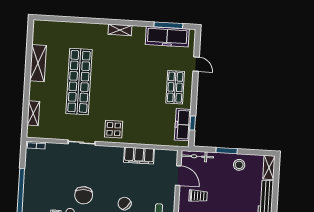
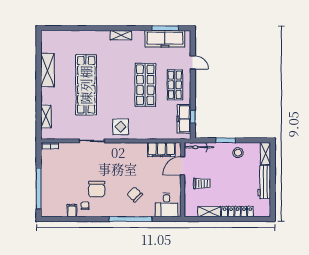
shop shelf: (143, 85) -> (145, 85), added
filing cabinet: (139, 156) -> (161, 150), moved
door: (178, 176) -> (183, 166), swing flipped

